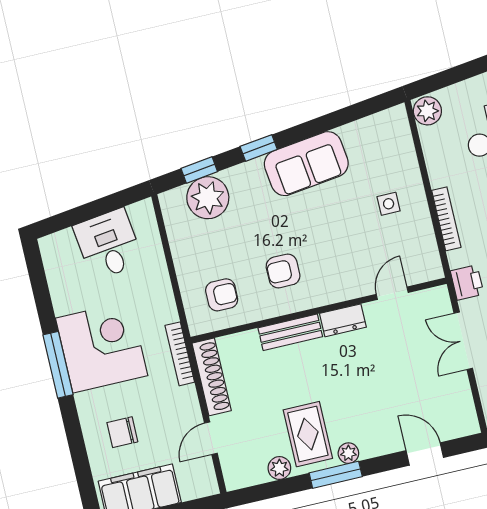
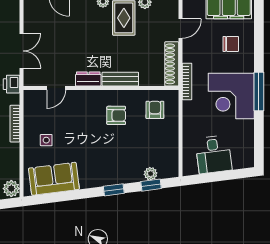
sofa: (306, 164) -> (54, 179), moved
plant: (208, 198) -> (151, 174), width x0.53, depth x0.53
armchair: (222, 295) -> (155, 110), turned 90

